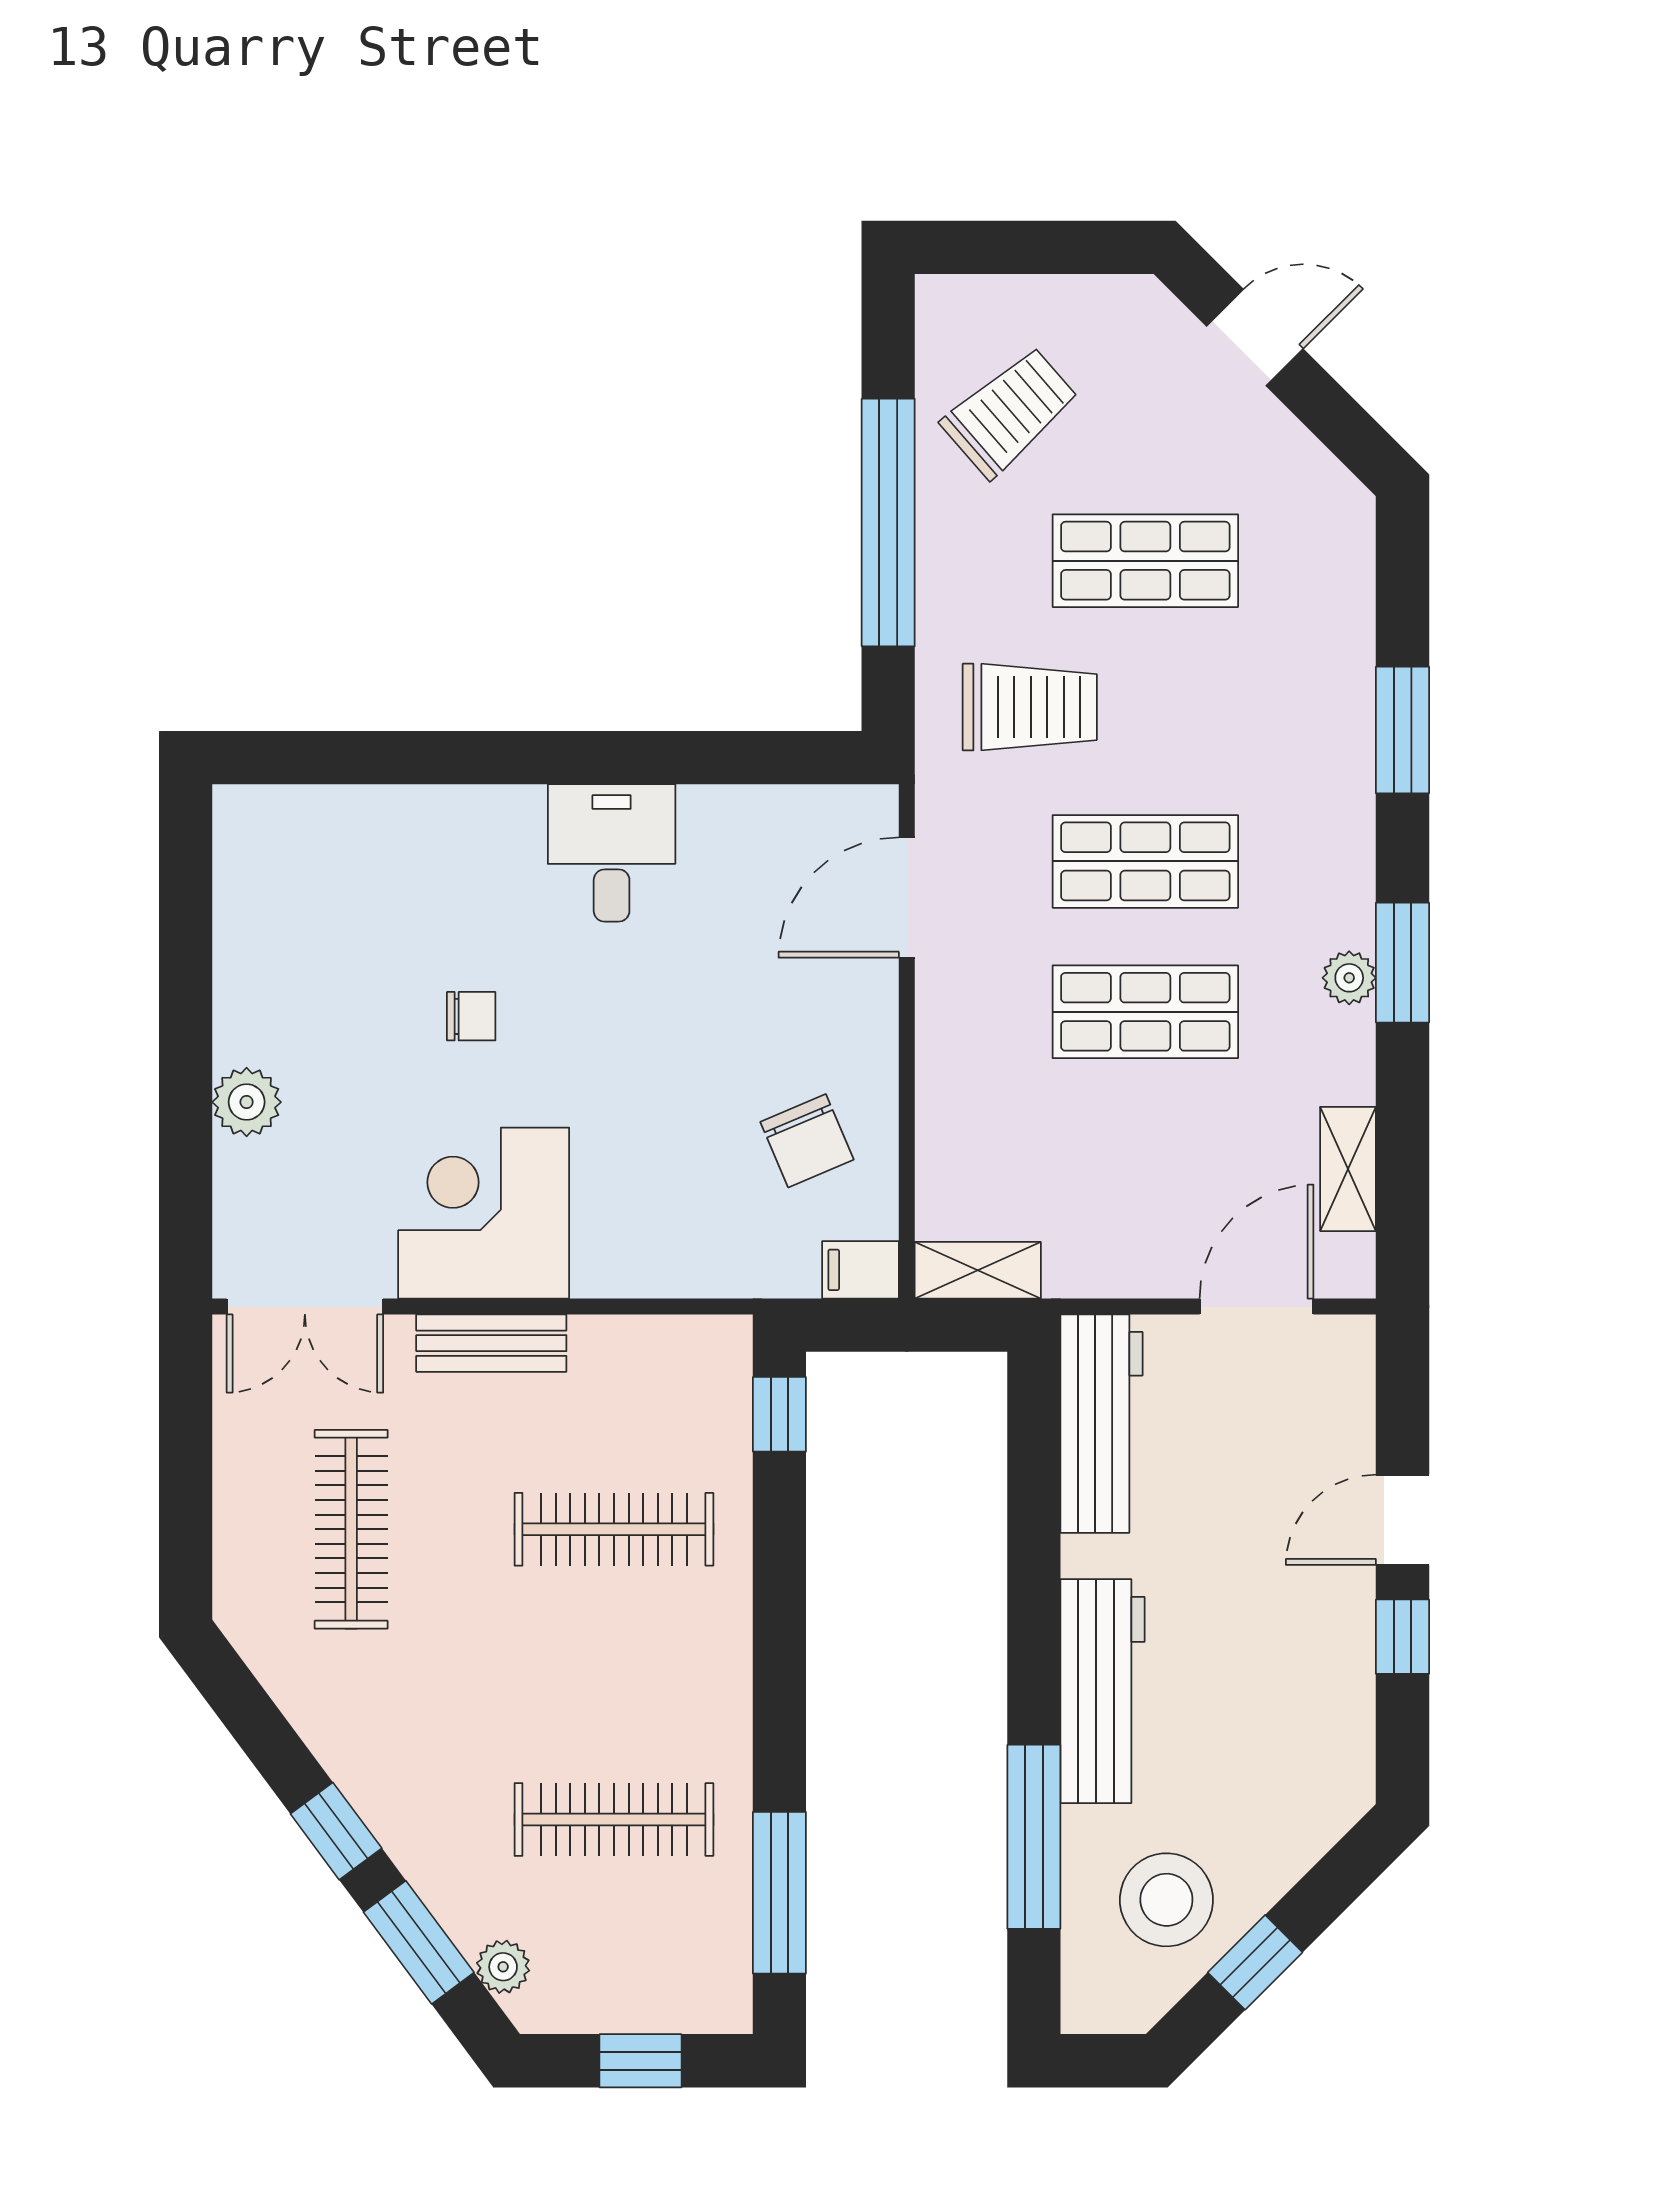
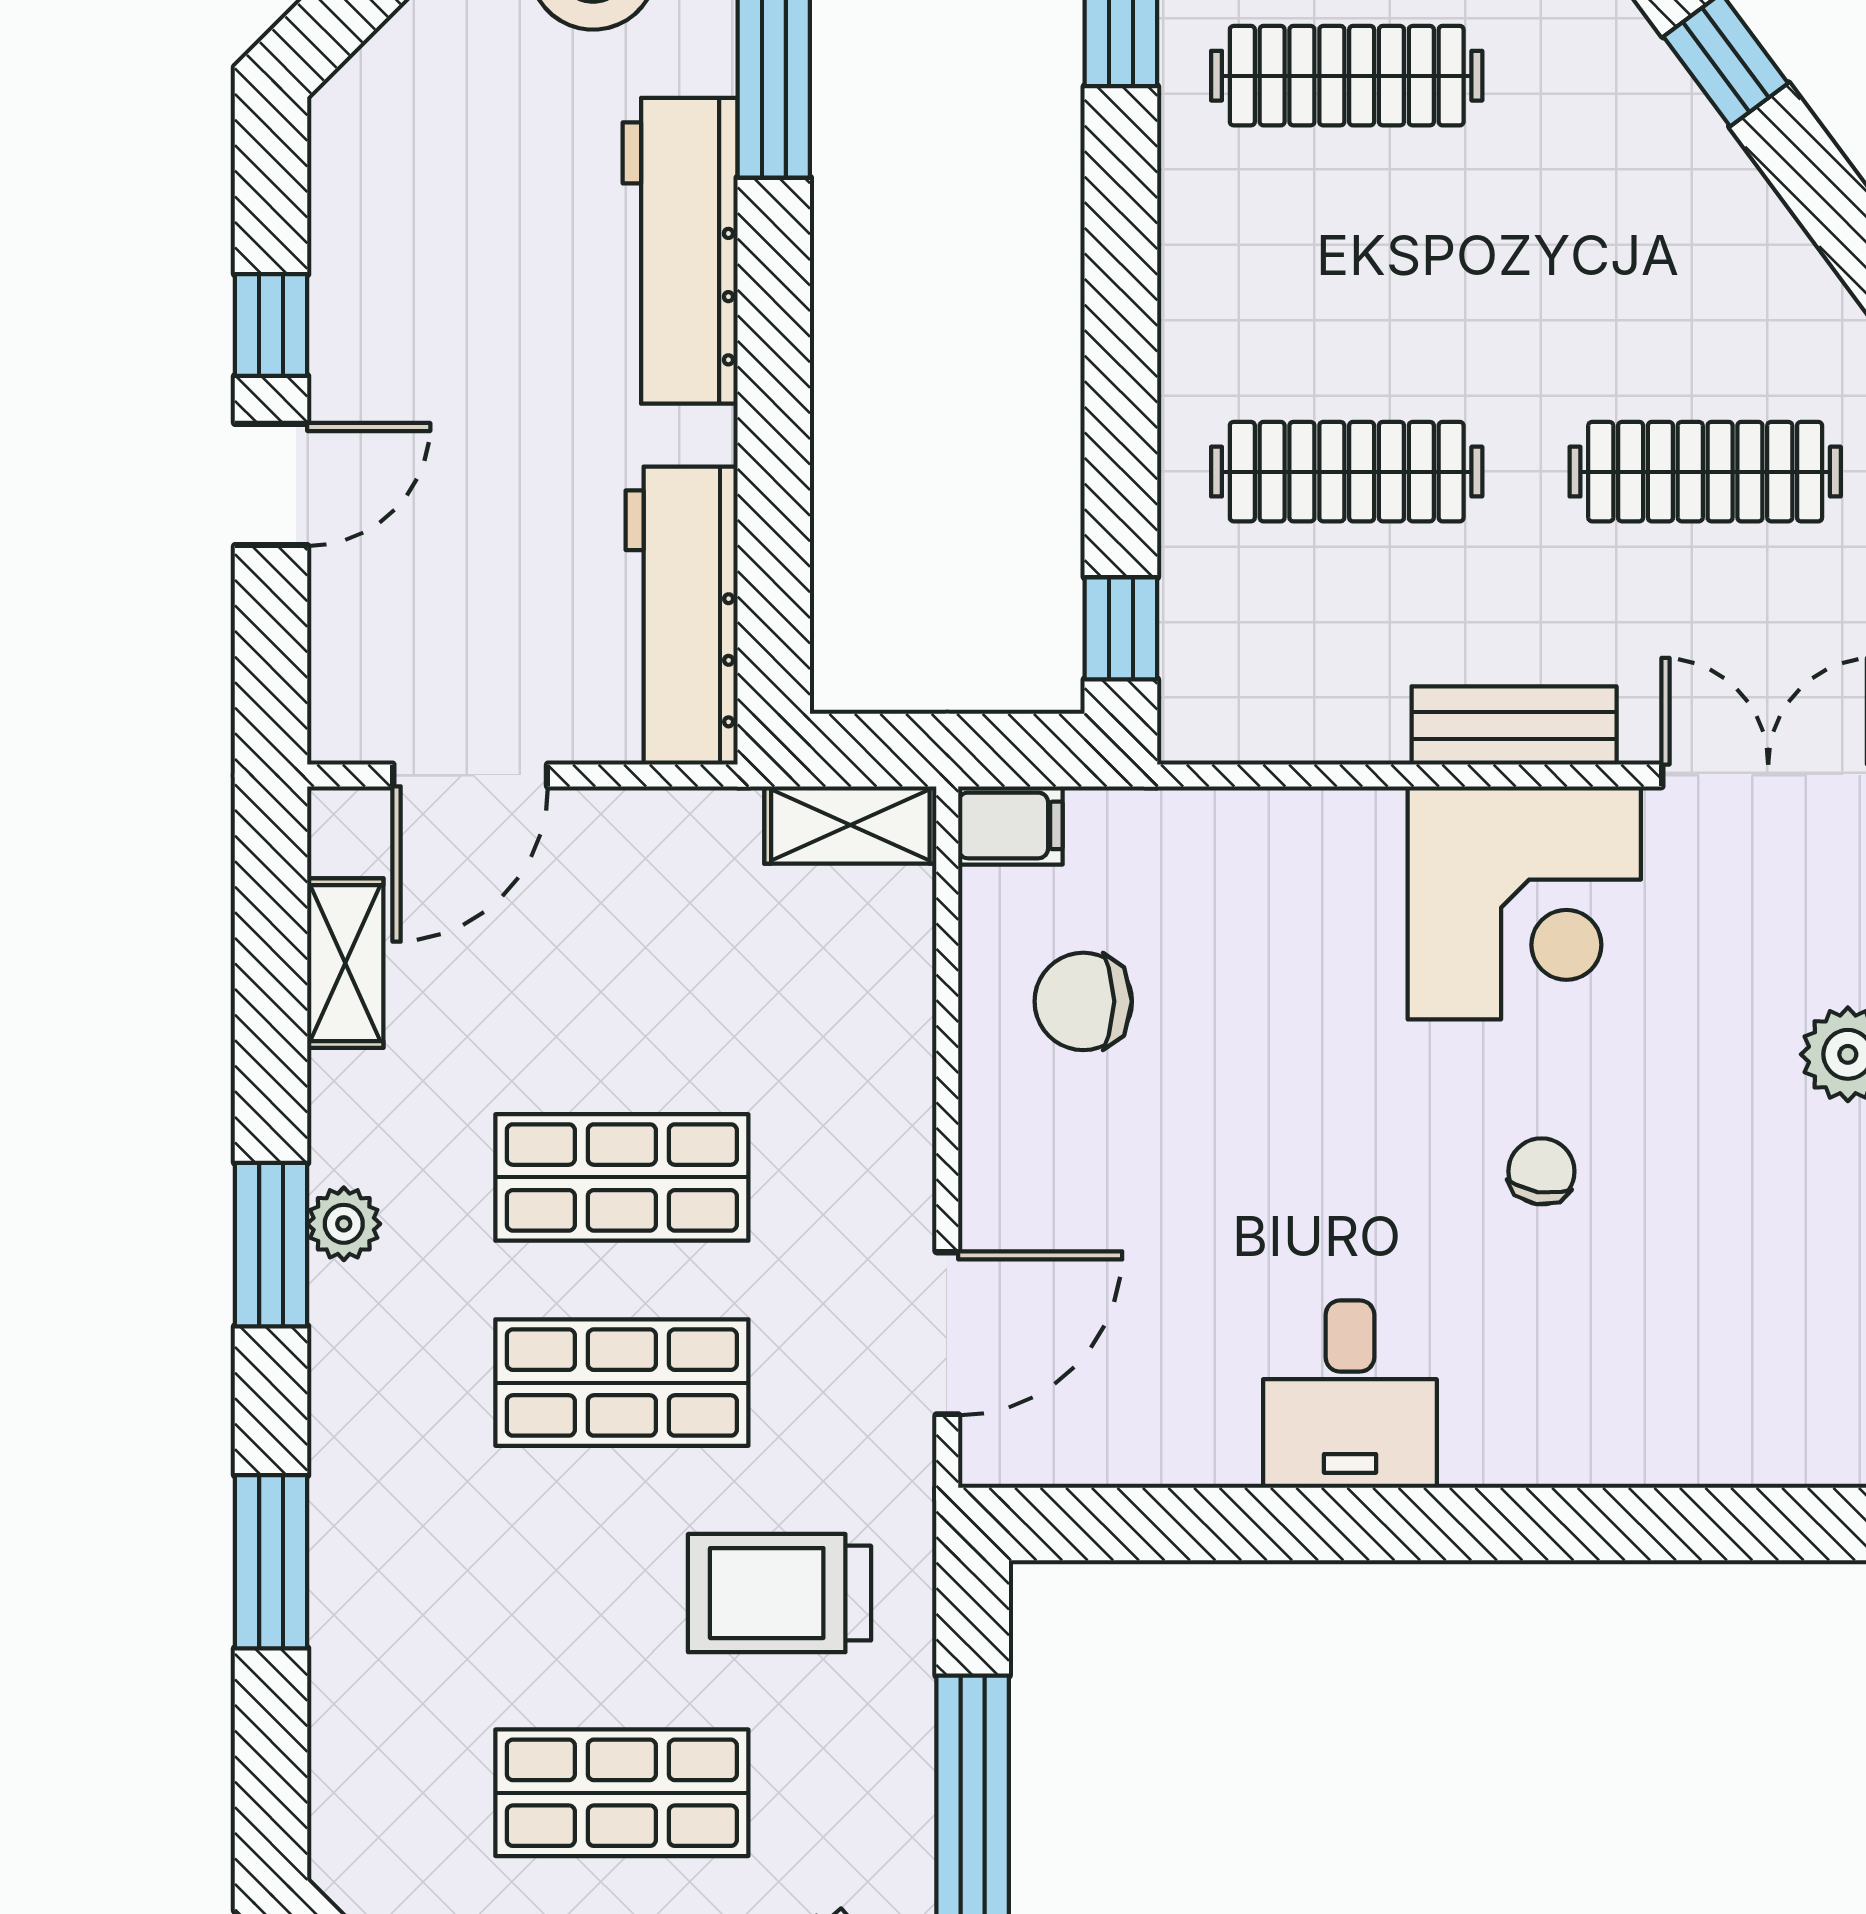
chair: (471, 1016) -> (1541, 1171), turned 99
chair: (807, 1141) -> (1083, 1001), turned -67
clothes rail: (351, 1529) -> (1705, 472), turned 90

